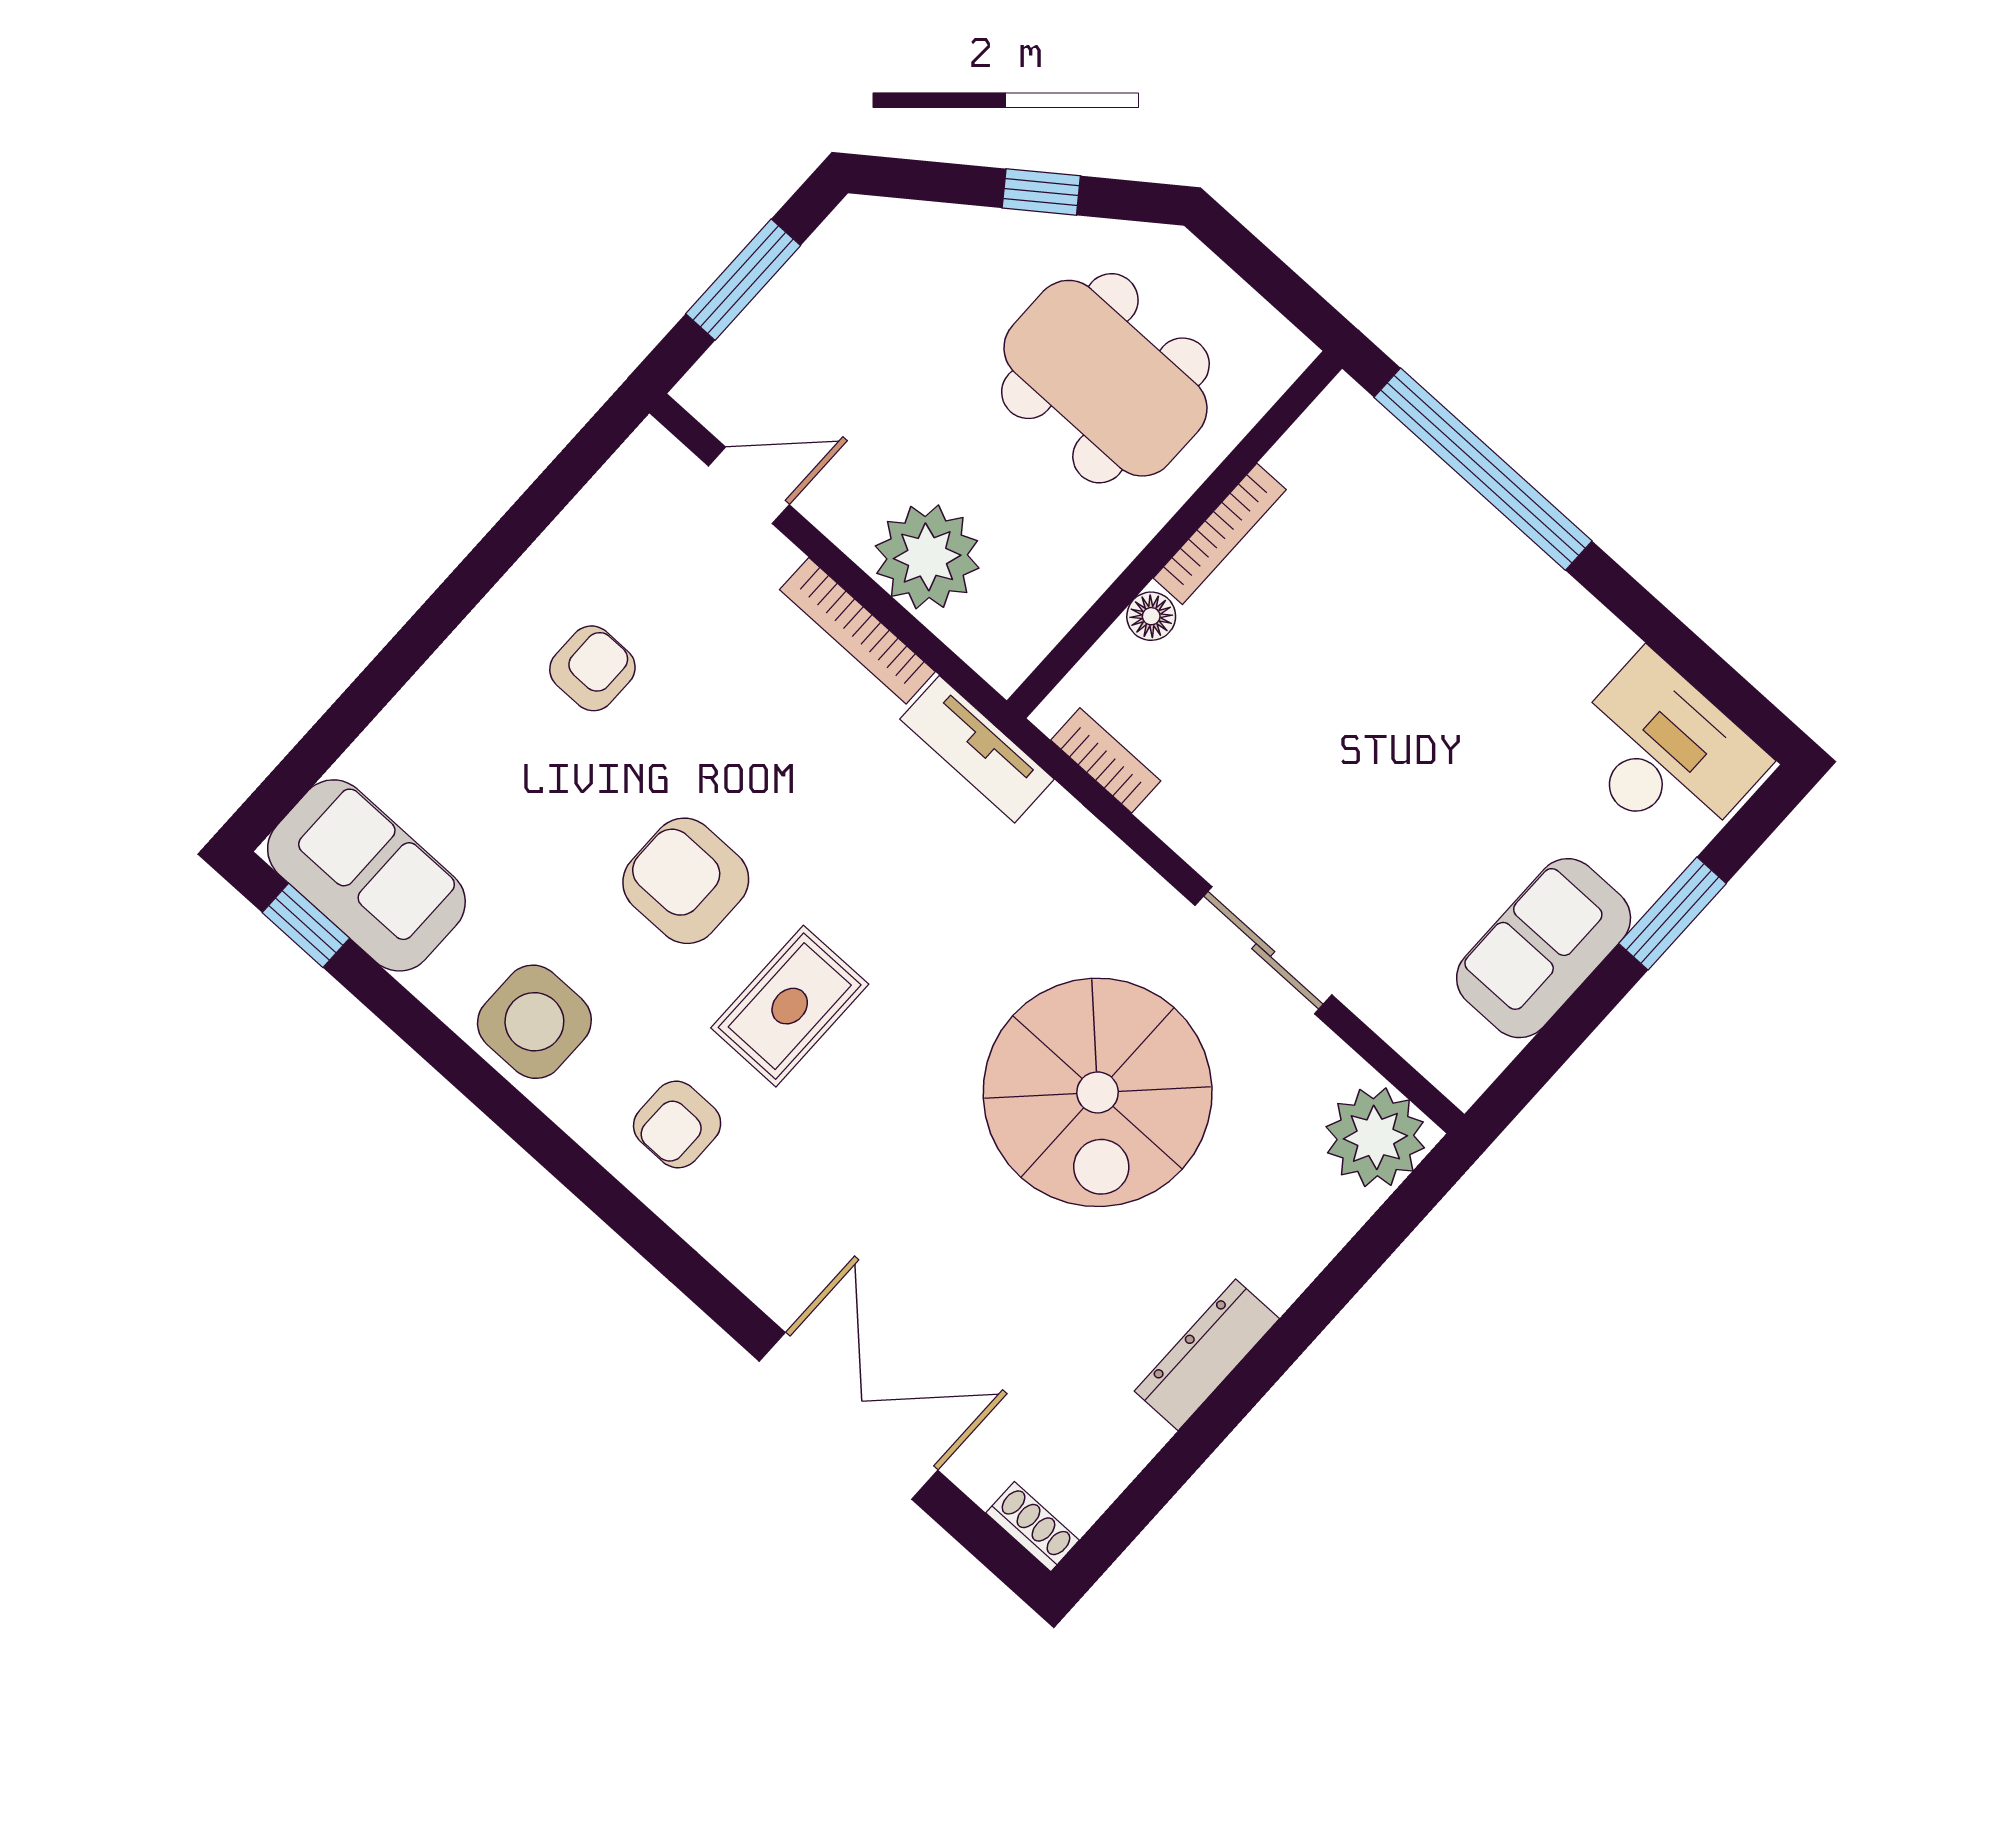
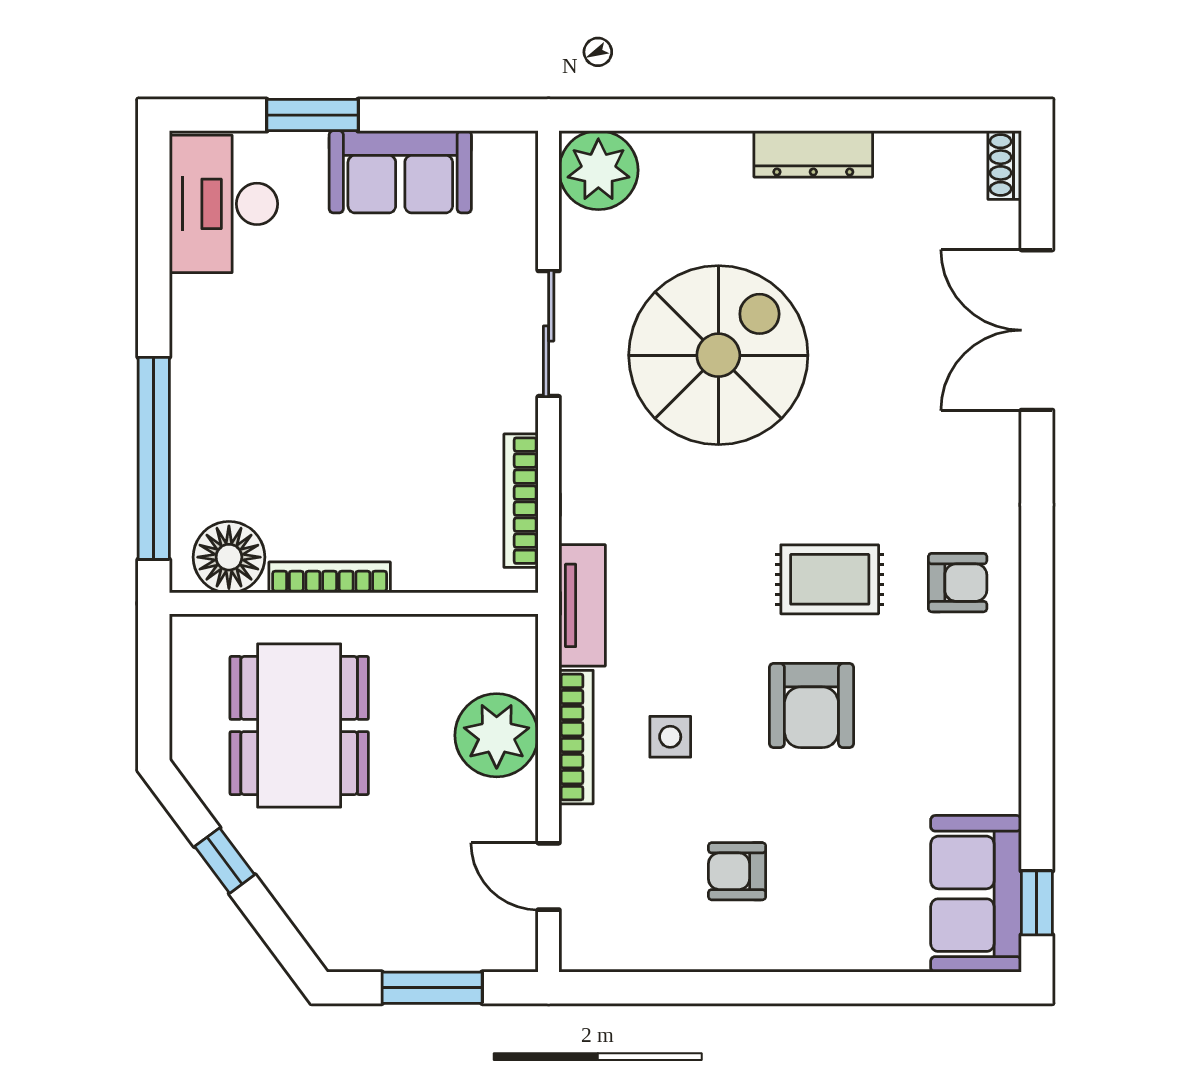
floor lamp: (1151, 616) -> (229, 557), moved, width x1.89, depth x1.89
bookcase: (1106, 760) -> (521, 501), width x1.56
side table: (534, 1022) -> (670, 737), moved, width x0.54, depth x0.54

